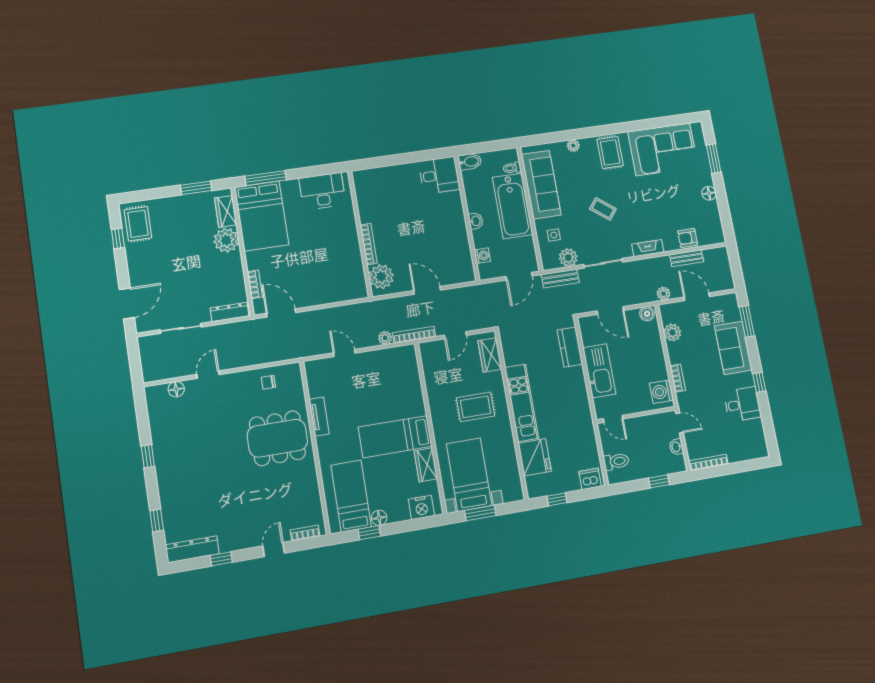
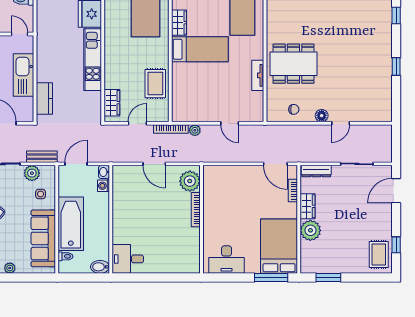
wardrobe: (226, 211) -> (307, 206), moved
washbasin: (476, 221) -> (104, 172), moved
floor lamp: (176, 389) -> (322, 116), moved
rug: (475, 407) -> (155, 84), moved, turned 90

